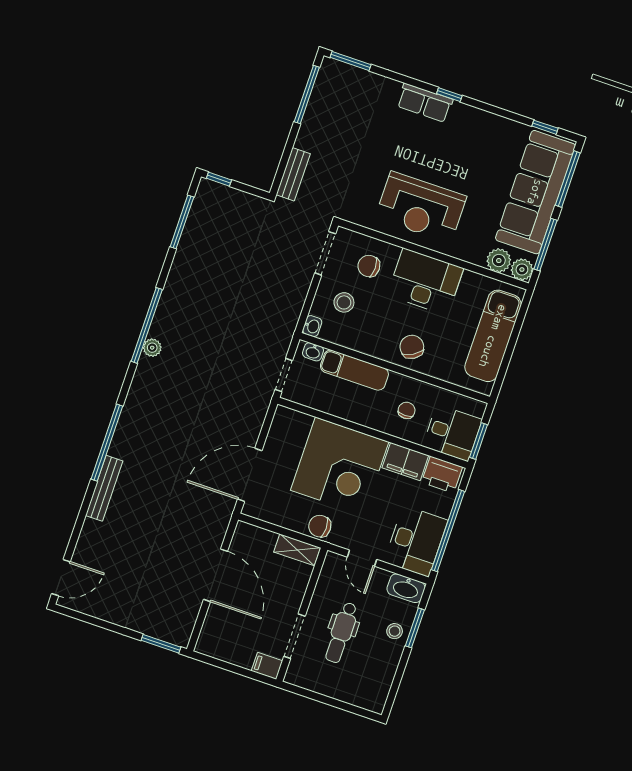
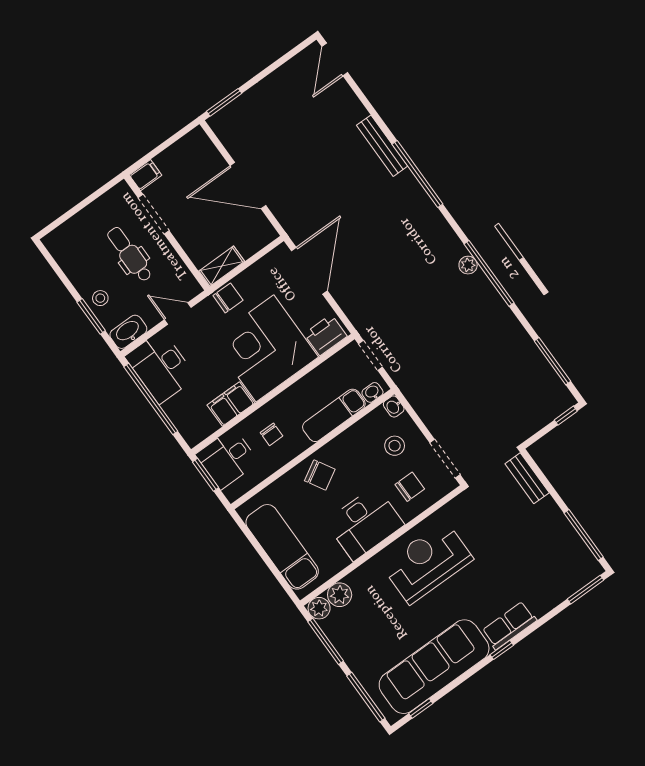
sofa: (535, 192) -> (434, 667), moved, turned -90
printer: (442, 475) -> (326, 335), moved

